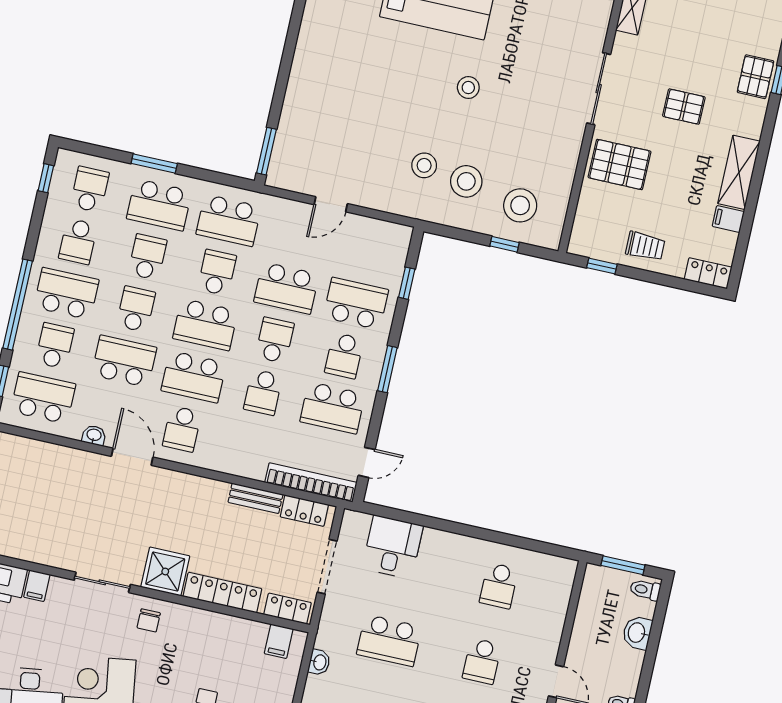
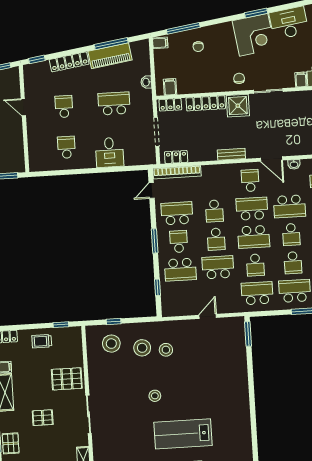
school desk: (205, 325) -> (254, 237), turned 180
school desk: (263, 392) -> (214, 211), turned 180
bench: (255, 498) -> (231, 154), moved
desk: (393, 547) -> (109, 152), moved

